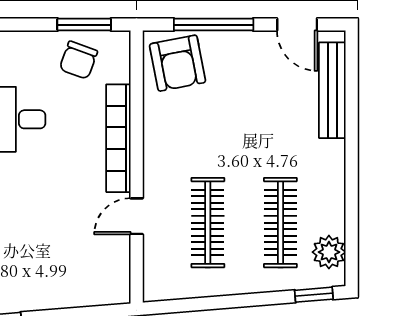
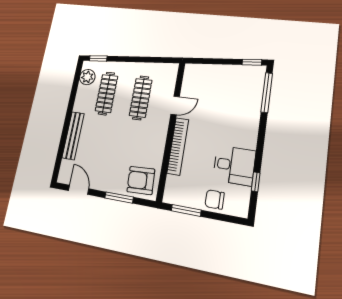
window: (214, 25) -> (119, 198), width x0.69
chair: (78, 60) -> (215, 199), moved, turned -110
armchair: (178, 63) -> (141, 180), turned -82
bench: (332, 90) -> (73, 136), moved

